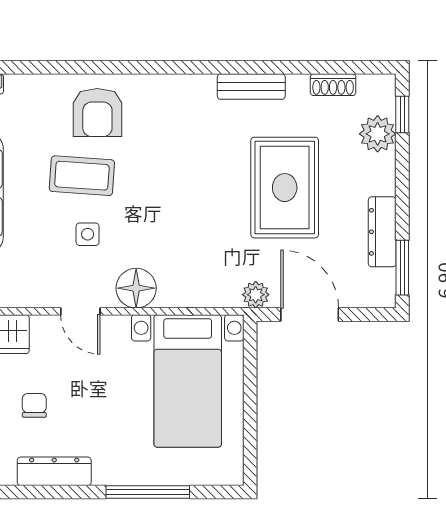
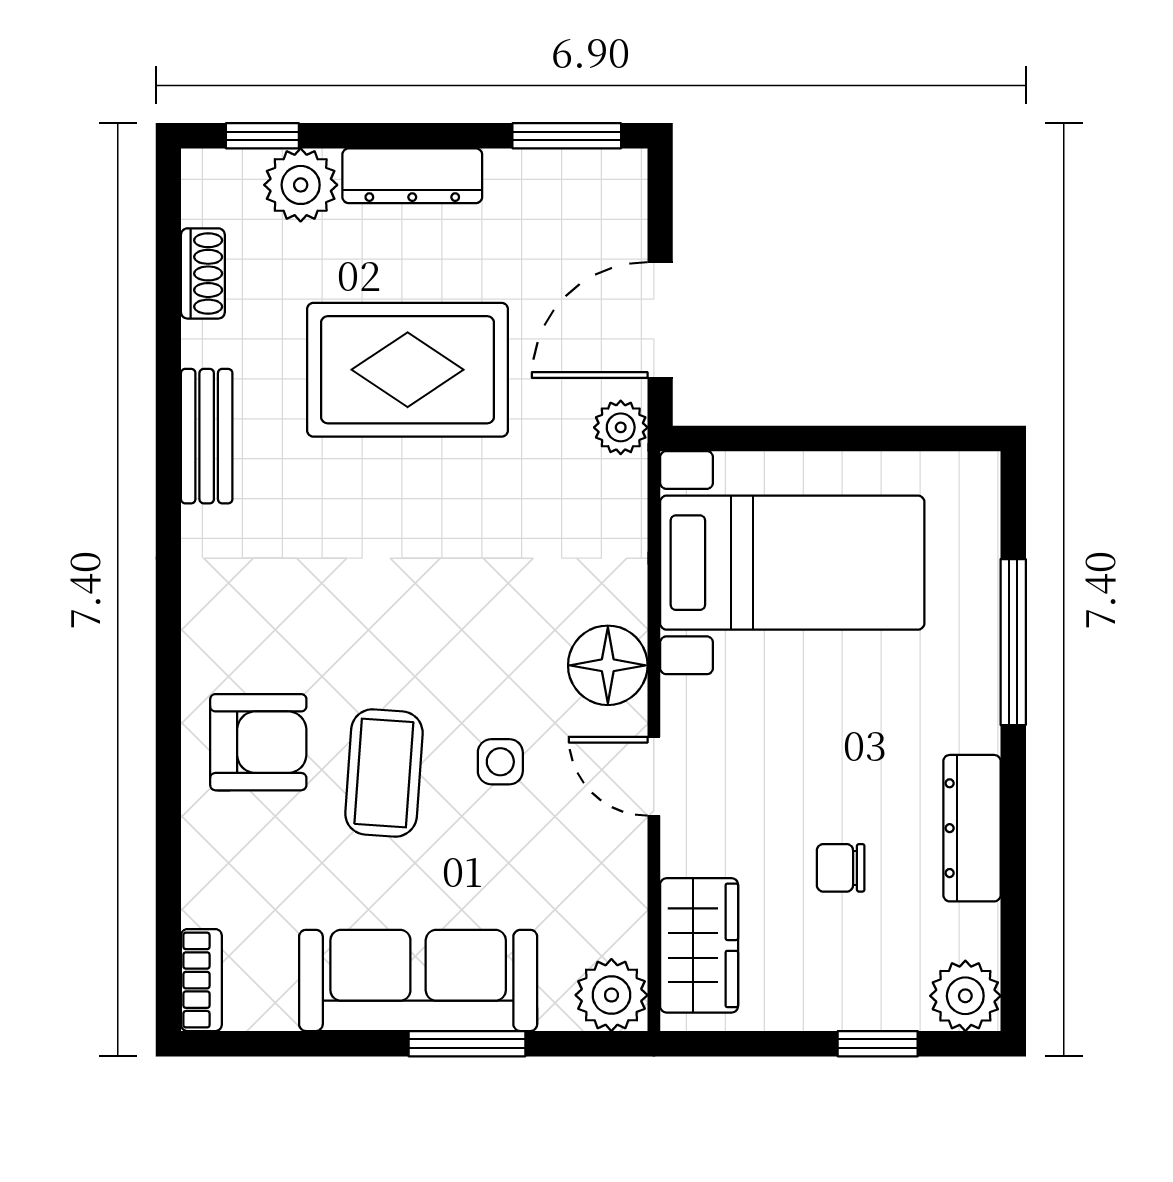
dresser: (382, 232) -> (412, 176), moved
door: (80, 311) -> (654, 776), swing flipped

